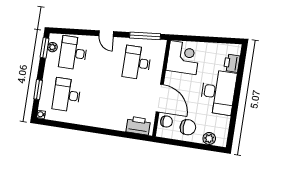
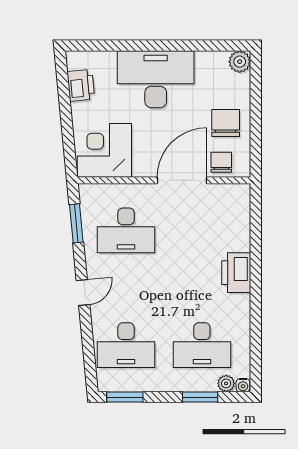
window: (145, 36) -> (76, 223), width x0.69
plant: (52, 47) -> (226, 383), moved
printer: (232, 63) -> (81, 85), moved, turned -95
printer: (138, 126) -> (236, 273), moved
plant: (209, 139) -> (240, 62), moved

